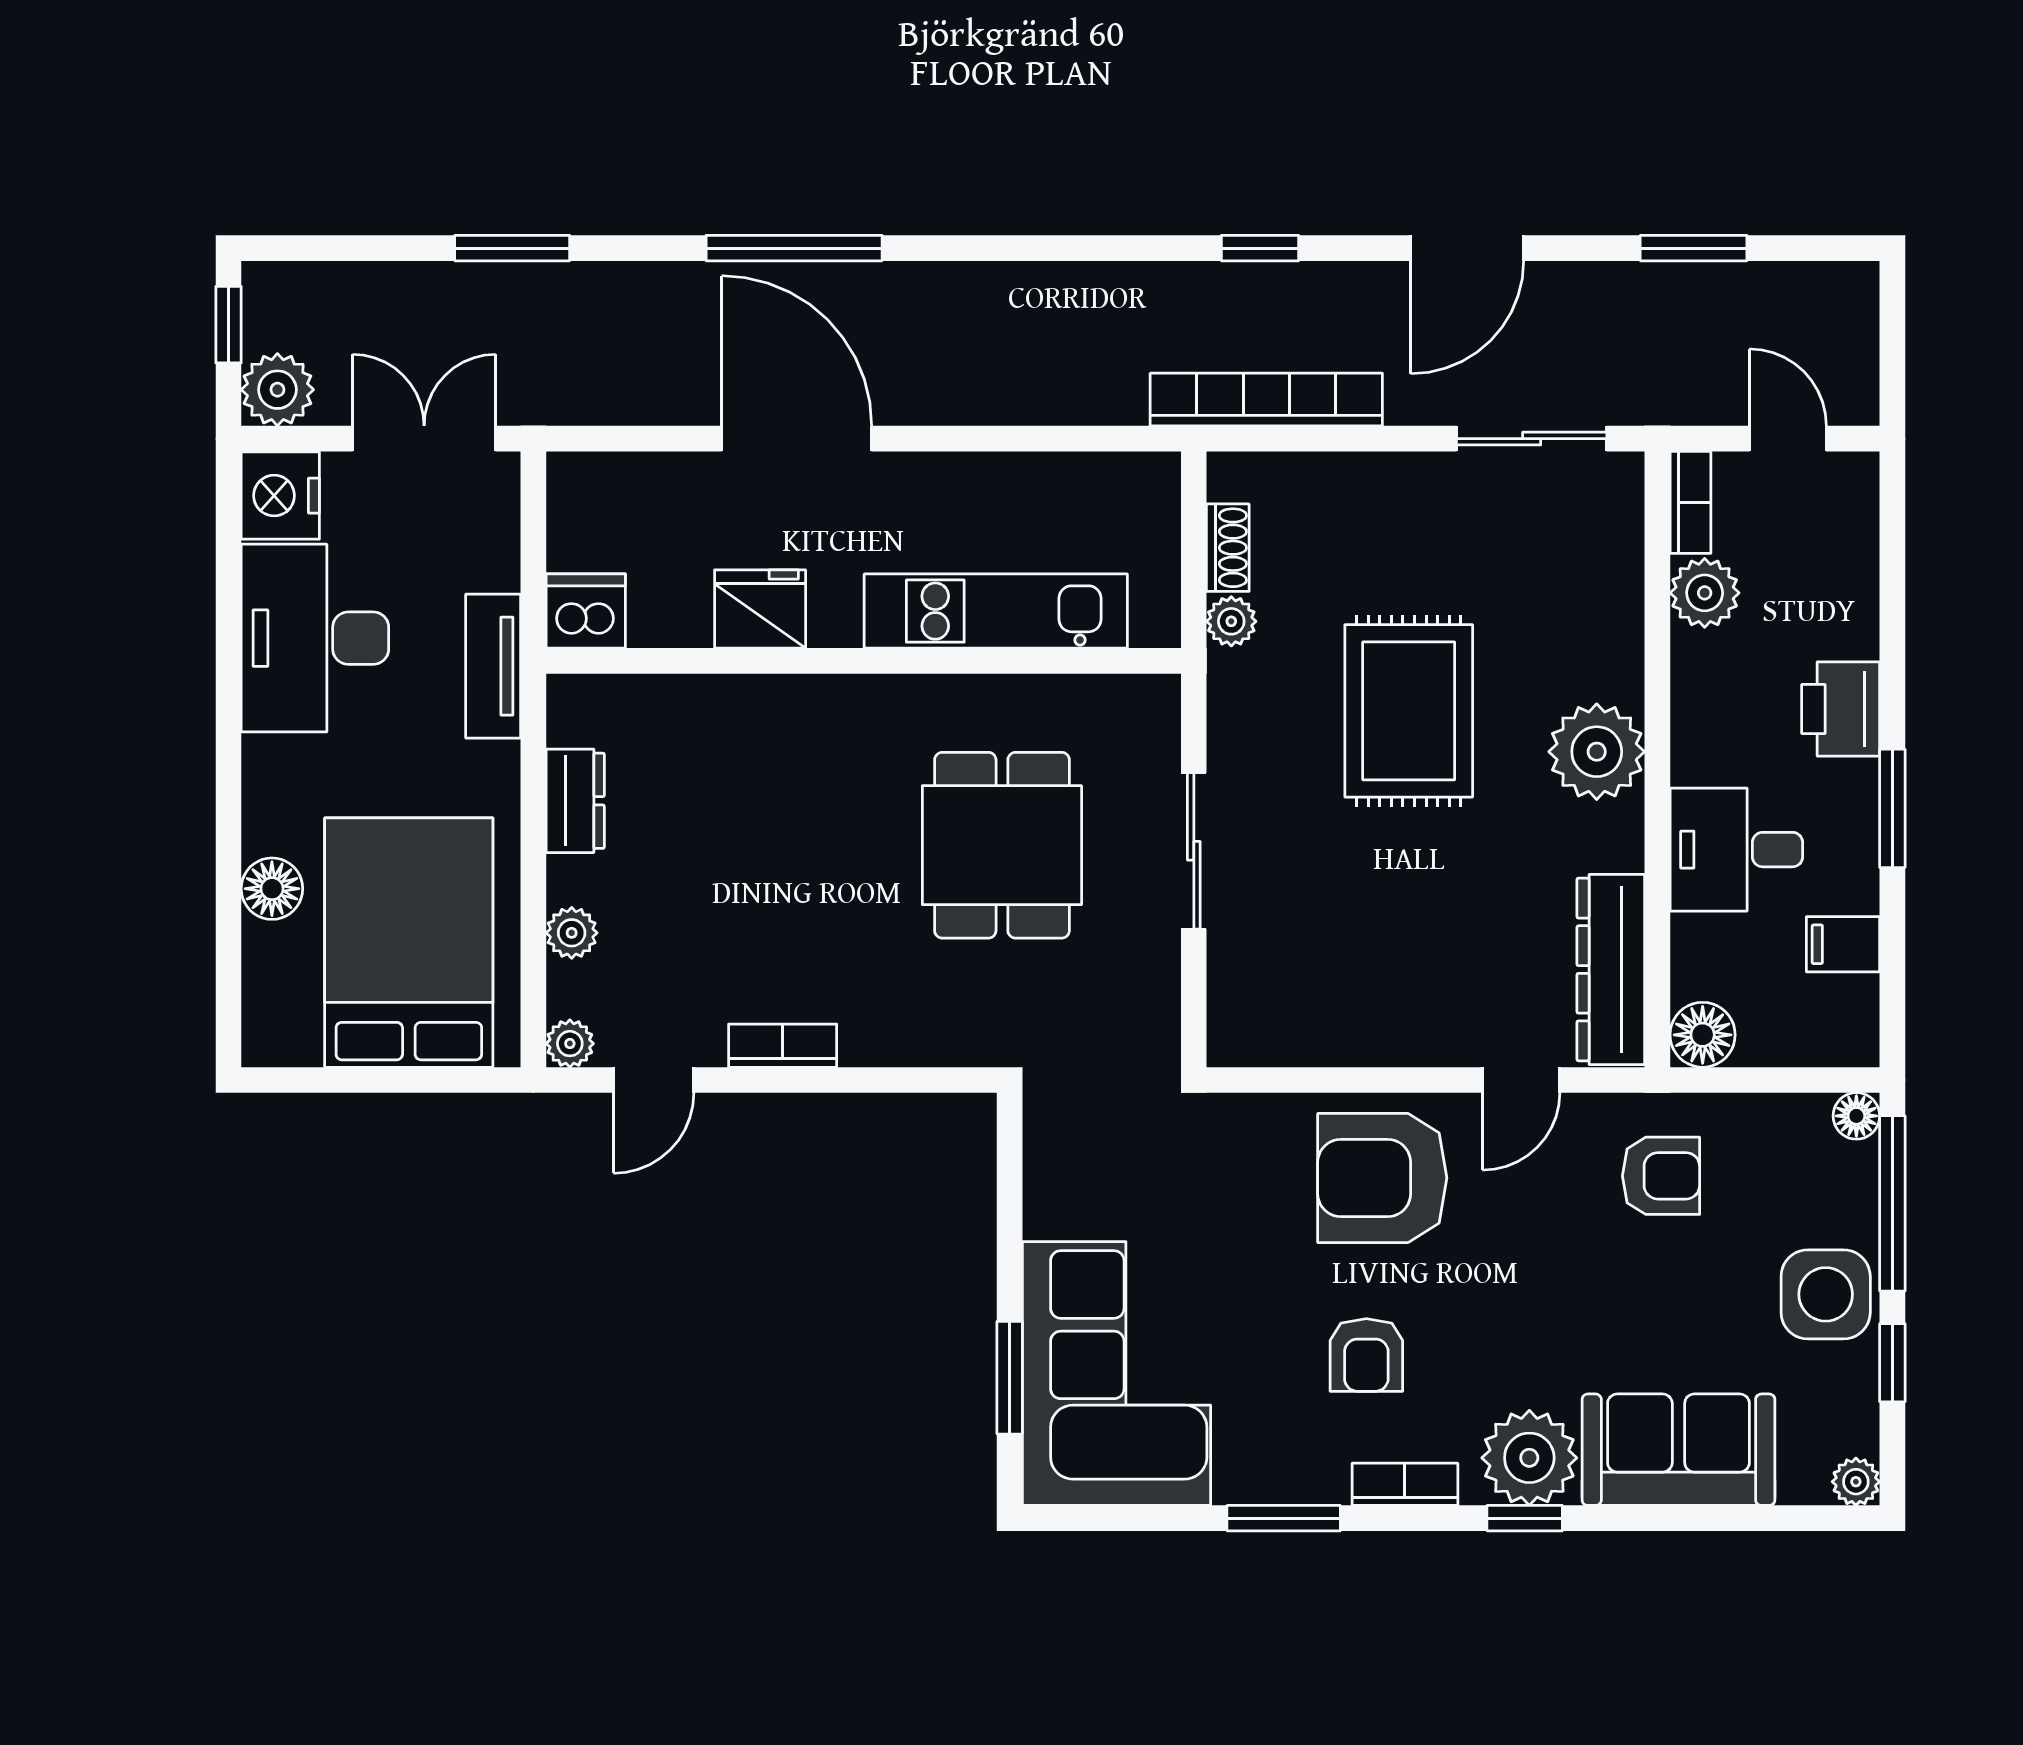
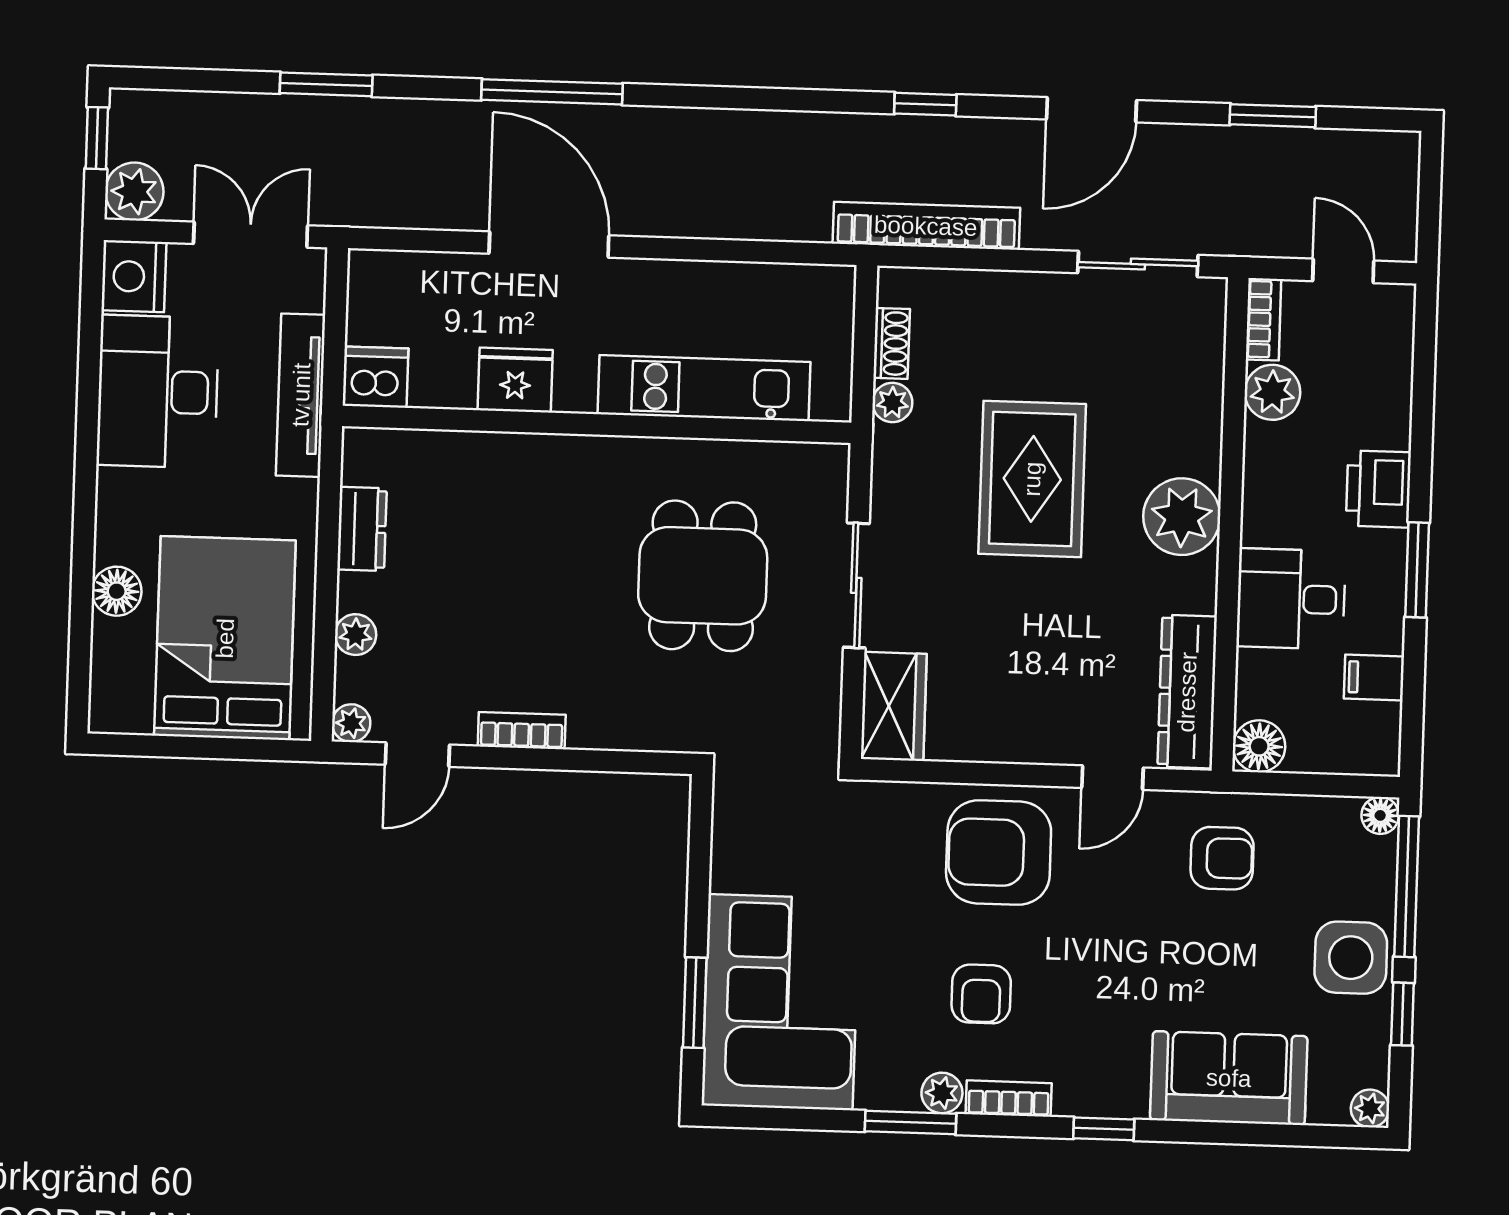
tv unit: (493, 666) -> (301, 395), width x1.41
wardrobe: (1245, 1000) -> (894, 706), added
plant: (1529, 1458) -> (942, 1093), moved, width x0.53, depth x0.53

